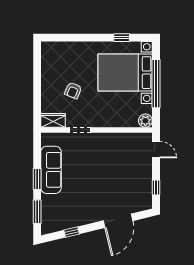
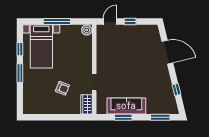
window: (92, 38) -> (20, 73), added
bed with nightstands: (125, 73) -> (41, 46), width x0.73
window: (156, 84) -> (57, 21), width x0.68
window: (37, 179) -> (123, 117), moved
window: (156, 187) -> (130, 21), moved

